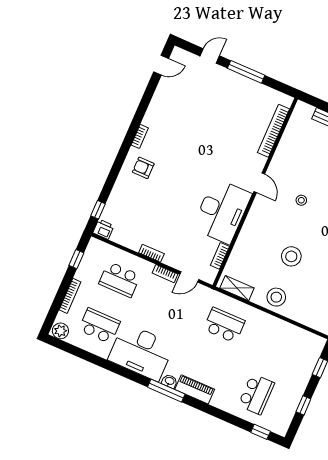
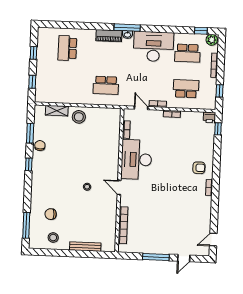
stool: (291, 256) -> (79, 147), removed
door: (189, 277) -> (141, 108), hinge flipped
shelving: (237, 288) -> (57, 111), moved
window: (261, 432) -> (201, 31), moved

